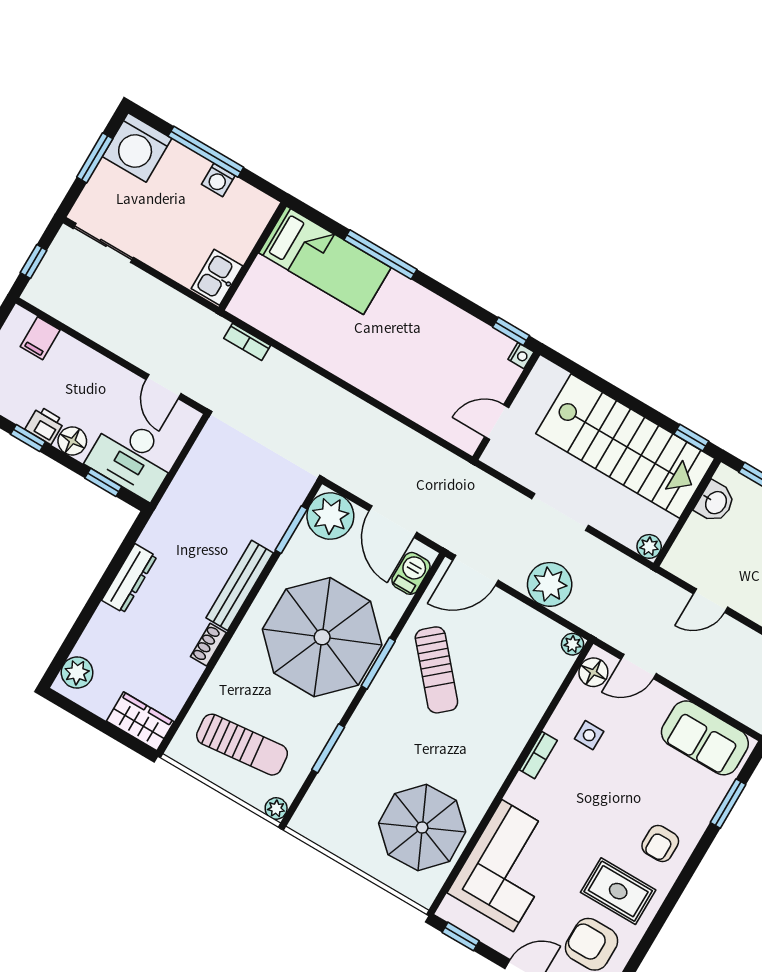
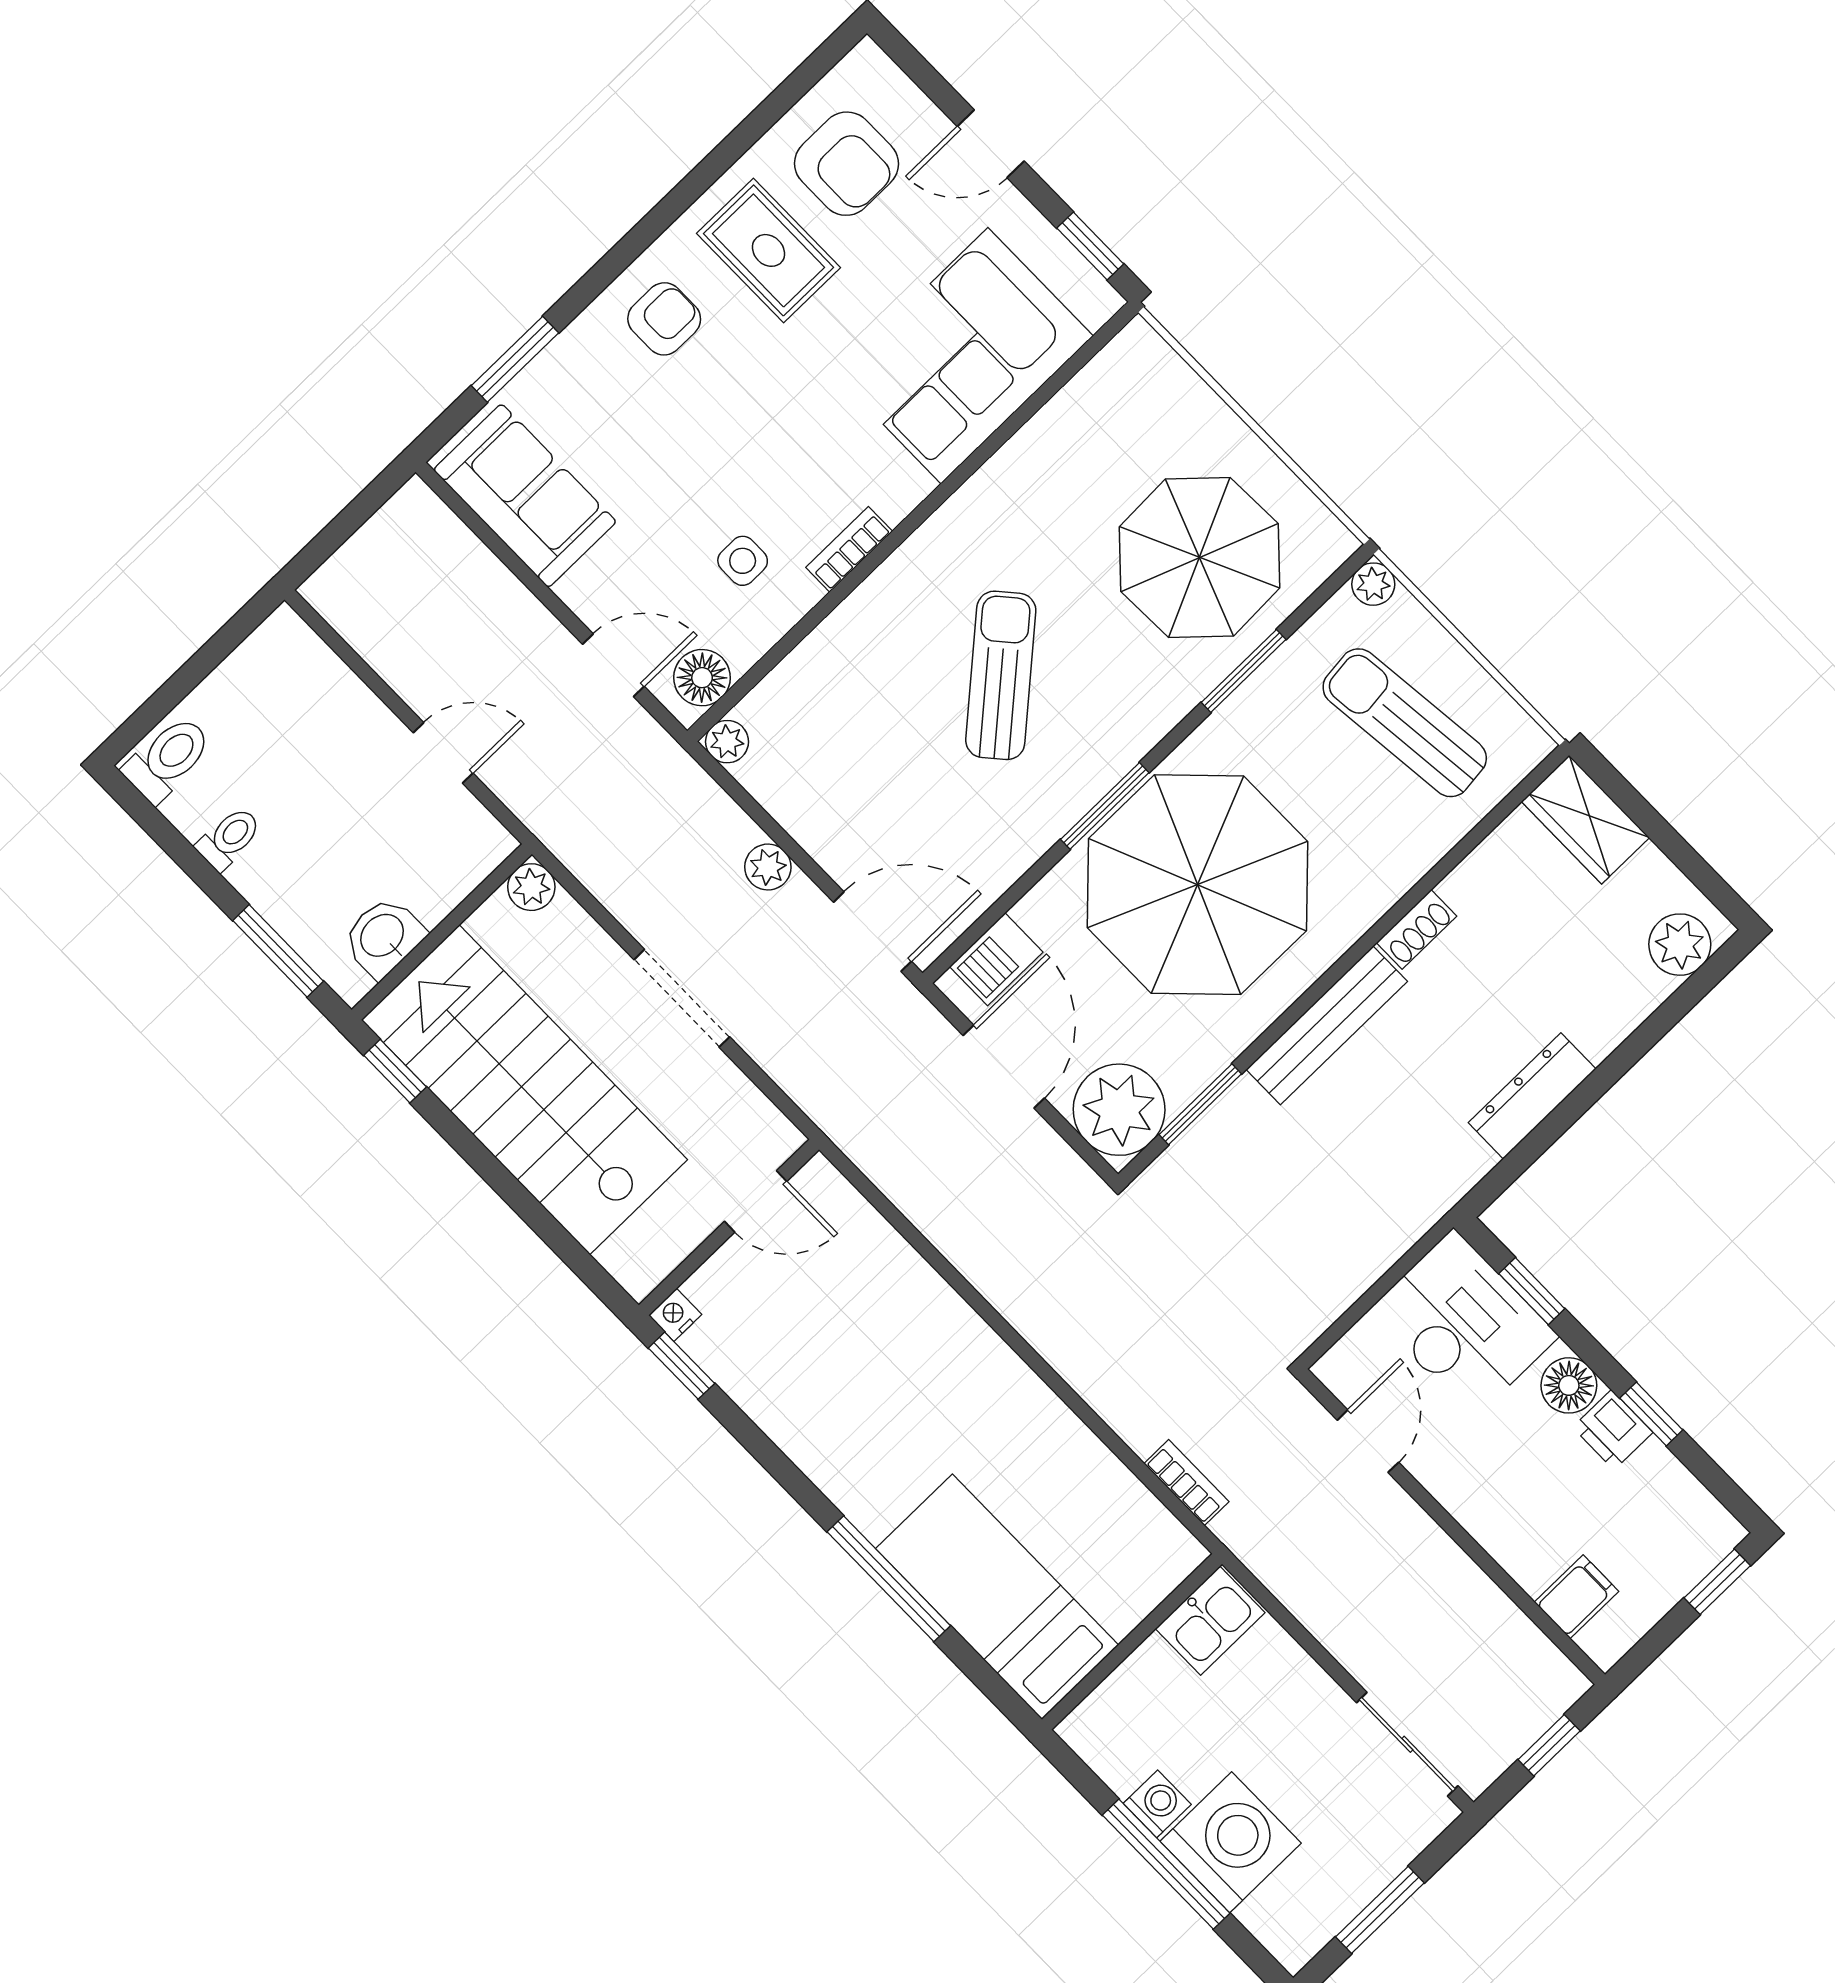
washing machine: (137, 147) -> (1231, 1842), moved
plant: (550, 584) -> (768, 867), width x0.53, depth x0.53
sun lounger: (436, 670) -> (1001, 675), moved
parasol: (422, 828) -> (1199, 557), moved

